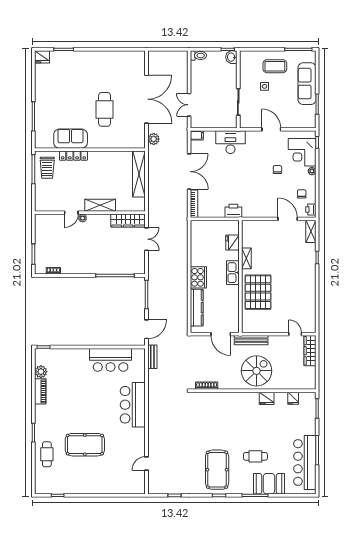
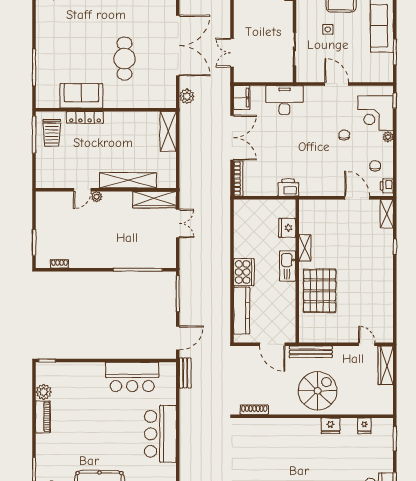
filing cabinet: (197, 135) -> (242, 98), width x2.00
shelving: (139, 174) -> (168, 131), width x0.68
shelving: (100, 205) -> (128, 180), width x1.47

